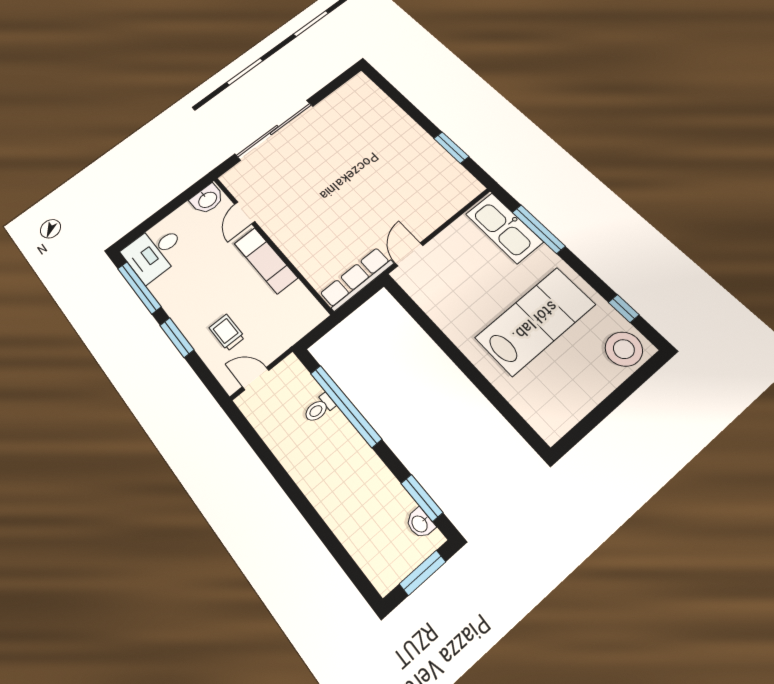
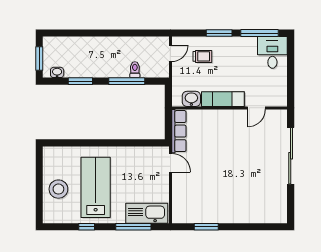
washbasin: (207, 199) -> (191, 99), moved, turned 90
door: (245, 213) -> (256, 108), swing flipped
window: (624, 309) -> (87, 227), moved
lab bench: (535, 321) -> (96, 187), turned 180
stool: (624, 349) -> (58, 189), moved
window: (346, 406) -> (127, 81), width x0.68
window: (422, 498) -> (80, 81), moved

